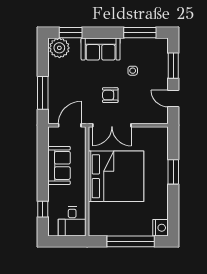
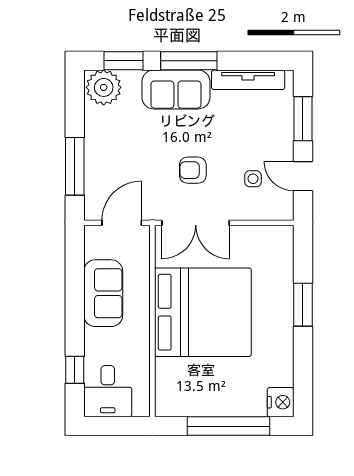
window: (140, 33) -> (189, 61), moved
tv unit: (142, 43) -> (248, 80), added
side table: (133, 71) -> (253, 179), moved
desk: (72, 221) -> (108, 391), moved

